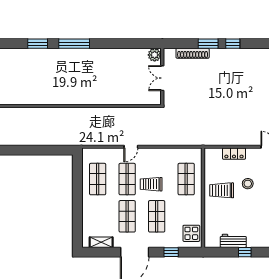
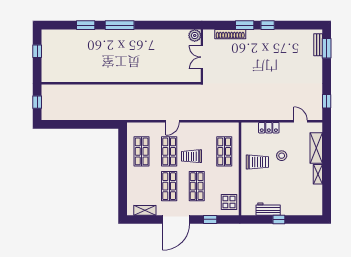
trolley: (222, 190) -> (257, 162), turned 180

